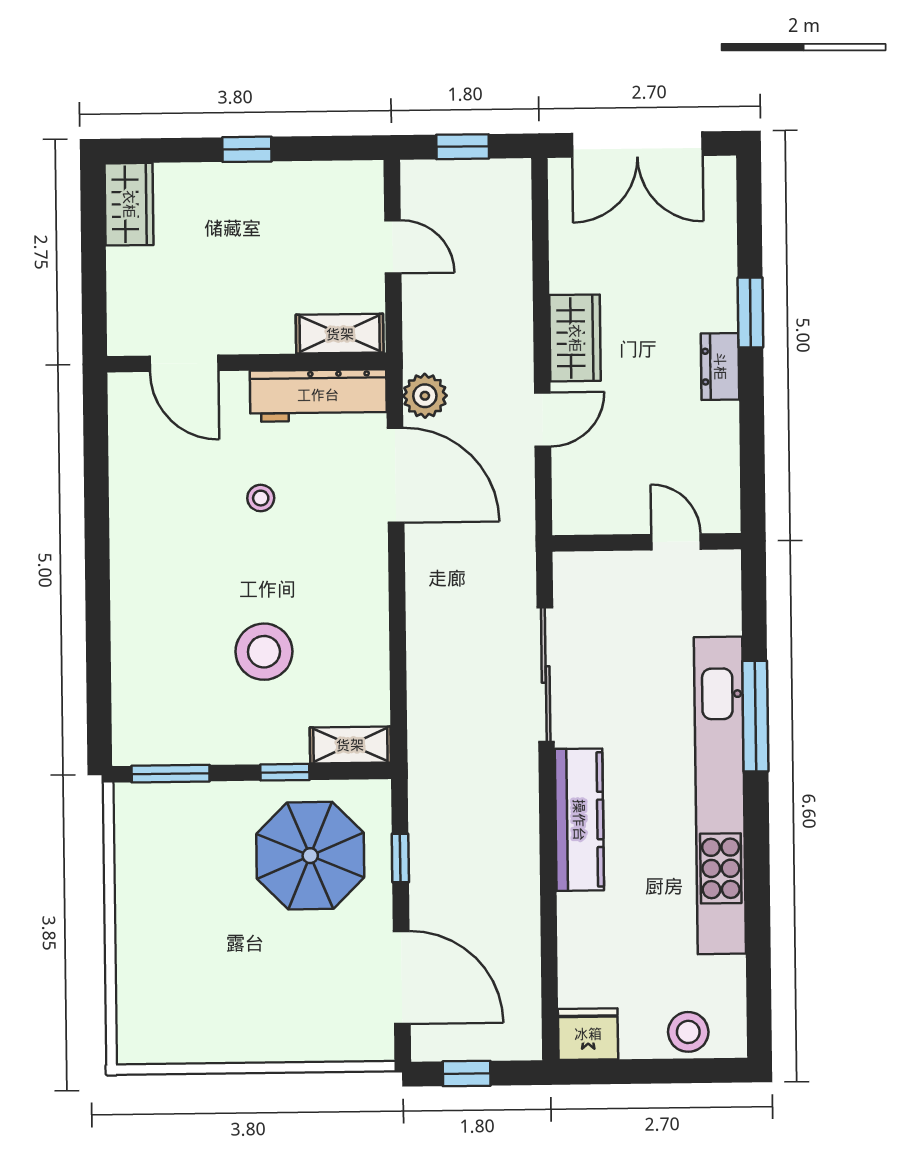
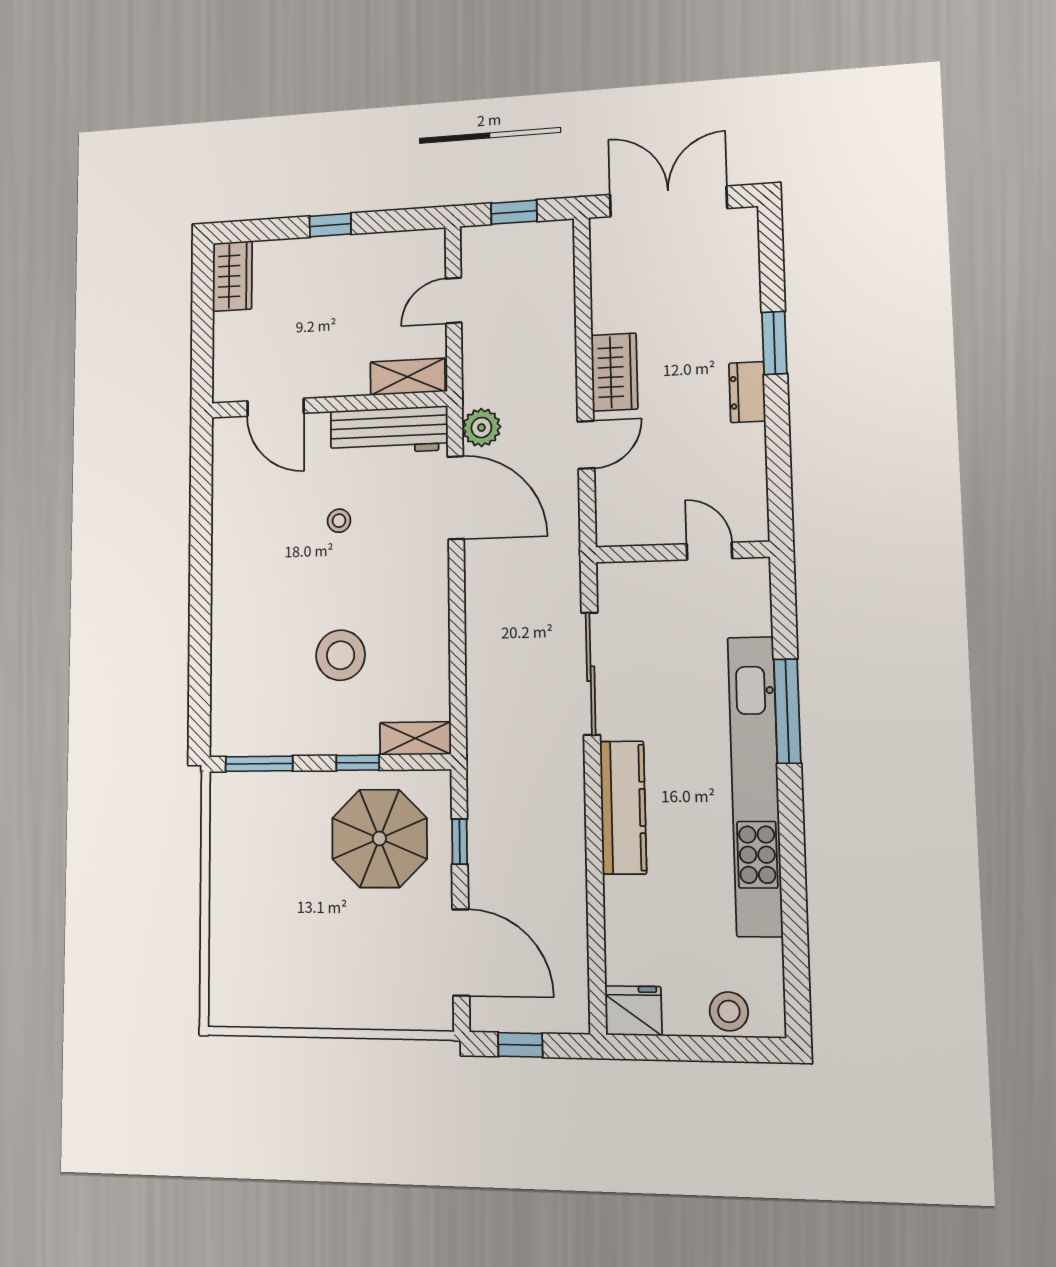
double door: (637, 145) -> (668, 201), swing flipped
door: (393, 247) -> (454, 300), swing flipped

